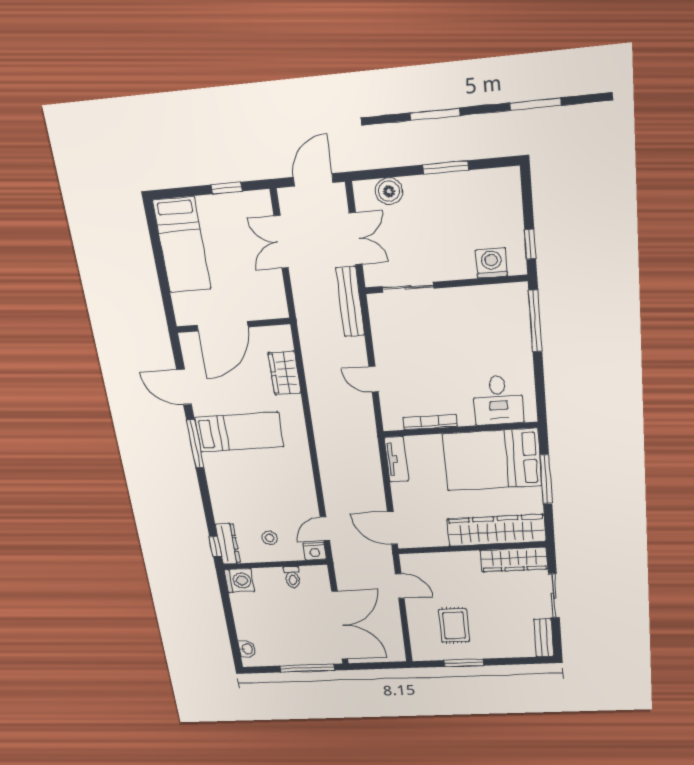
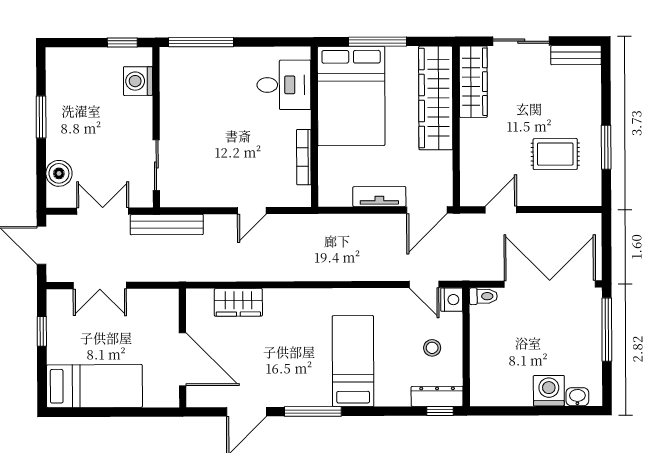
bed: (239, 432) -> (353, 361), moved
tv unit: (396, 459) -> (379, 197), moved
toilet: (292, 577) -> (483, 296), moved
washing machine: (239, 581) -> (549, 391), moved

